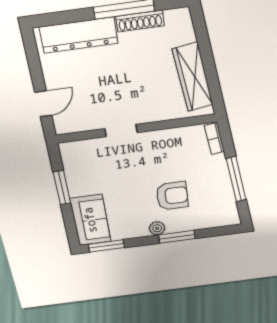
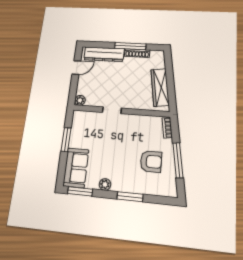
door: (43, 104) -> (76, 67), moved
plant: (63, 126) -> (80, 100), added
armchair: (172, 196) -> (151, 162), moved
plant: (157, 228) -> (105, 184), moved

